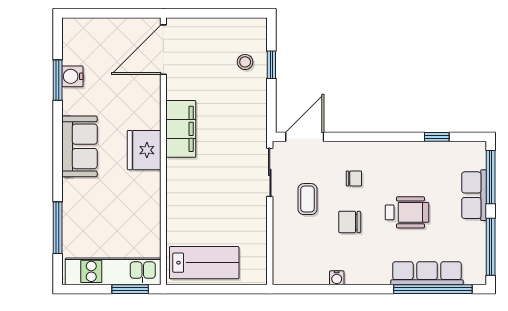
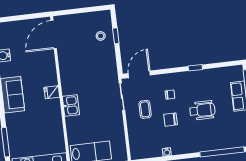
filing cabinet: (181, 129) -> (69, 78), removed
window: (437, 137) -> (195, 68), moved
fridge: (144, 150) -> (52, 92), width x0.53, depth x0.75
kitchen sink: (179, 177) -> (71, 105), added
row of seats: (427, 273) -> (218, 143), removed

